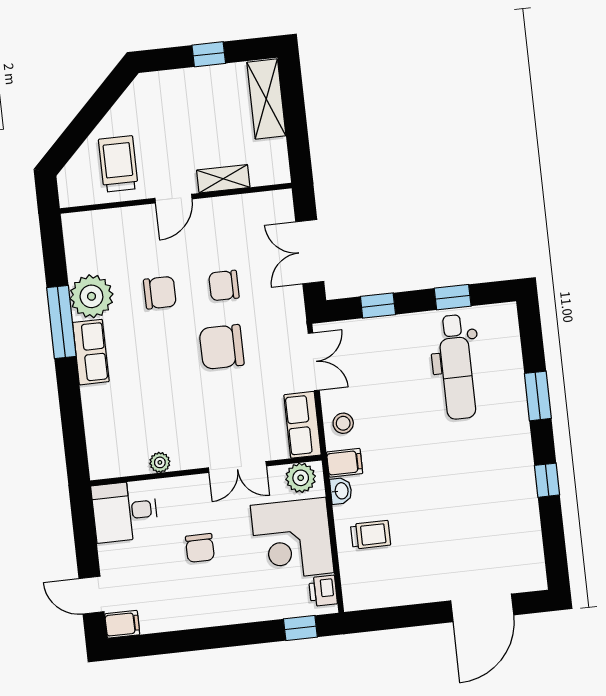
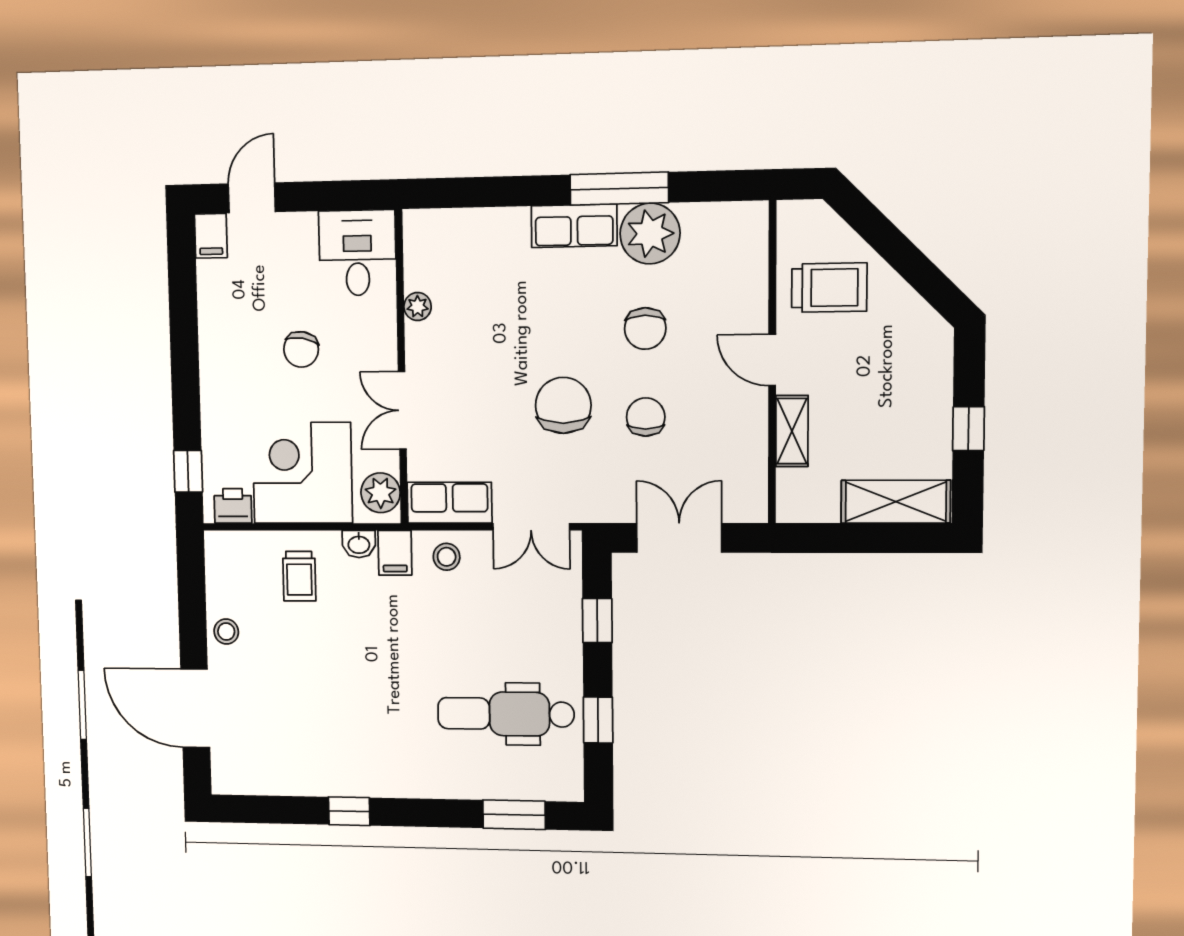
window: (538, 396) -> (514, 815), moved
chair: (200, 548) -> (301, 349), turned -80
stool: (420, 588) -> (226, 632), added

